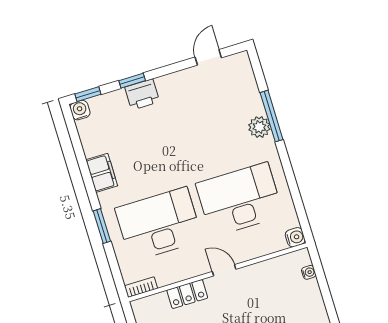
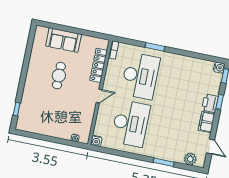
window: (272, 116) -> (164, 162), width x0.69
plant: (259, 127) -> (190, 159), moved
filing cabinet: (102, 173) -> (207, 122), moved, turned 90
locker: (187, 294) -> (99, 65), width x1.53

